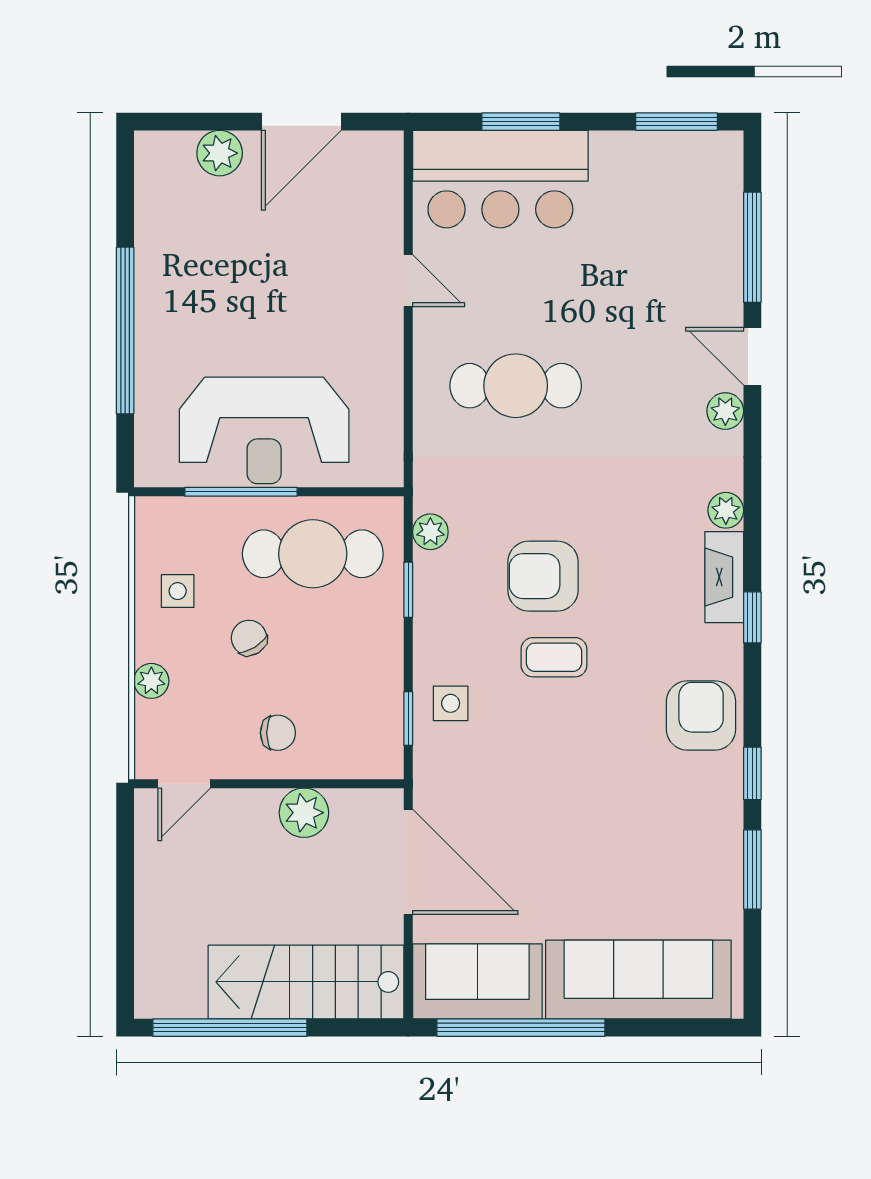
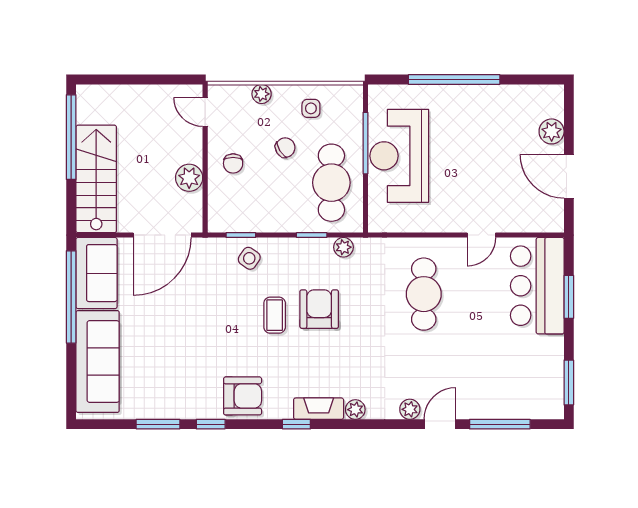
side table: (451, 703) -> (249, 258), turned 35

